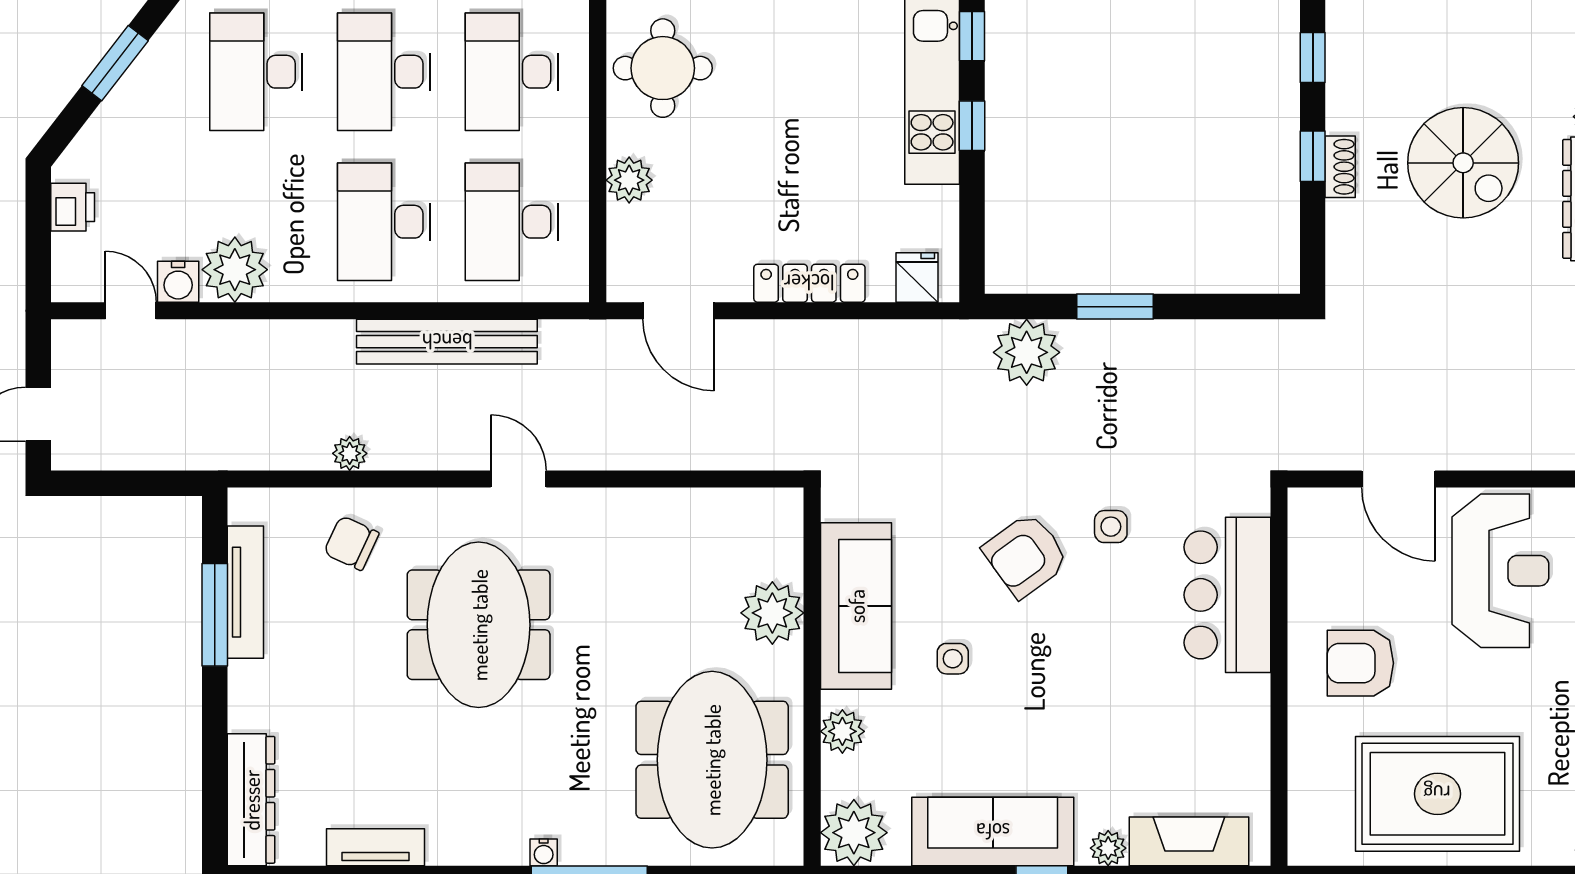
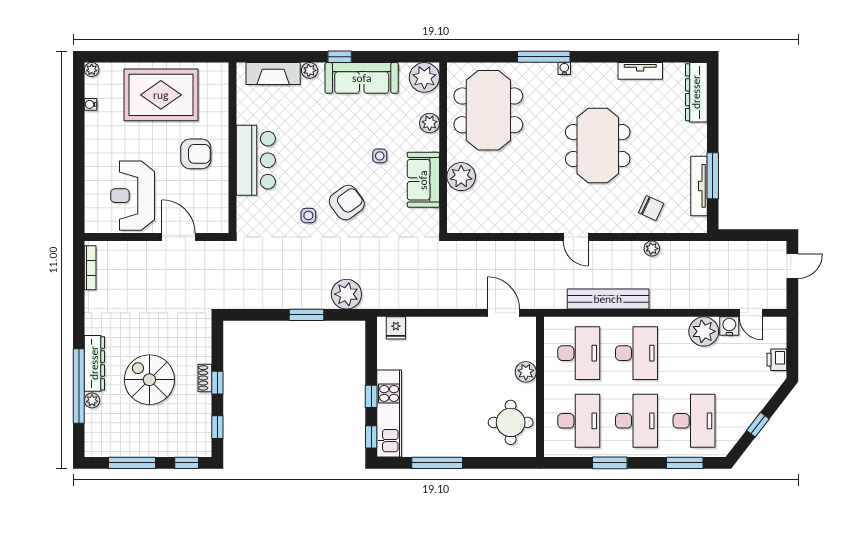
window: (115, 63) -> (758, 425), width x0.67
locker: (809, 283) -> (444, 325), removed
bar counter: (1227, 595) -> (256, 160), moved
sofa: (856, 606) -> (423, 180), width x0.73
meeting table: (479, 625) -> (598, 146), moved

